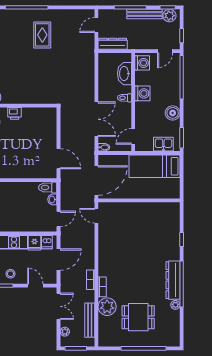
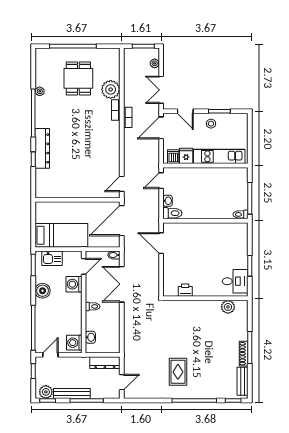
washbasin: (124, 74) -> (90, 337), width x0.52, depth x0.69
washing machine: (142, 93) -> (74, 284), moved
printer: (15, 113) -> (185, 290), moved
door: (96, 216) -> (122, 184), swing flipped
door: (58, 260) -> (161, 128), moved
dresser: (173, 280) -> (42, 148), moved
dining table: (138, 317) -> (78, 78), turned 90
bench: (90, 320) -> (129, 75), removed

